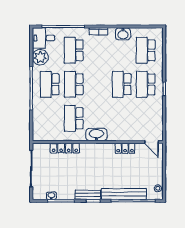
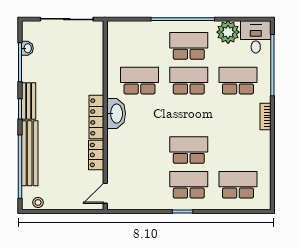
washbasin: (123, 34) -> (262, 152), removed
locker: (65, 148) -> (96, 117), moved

